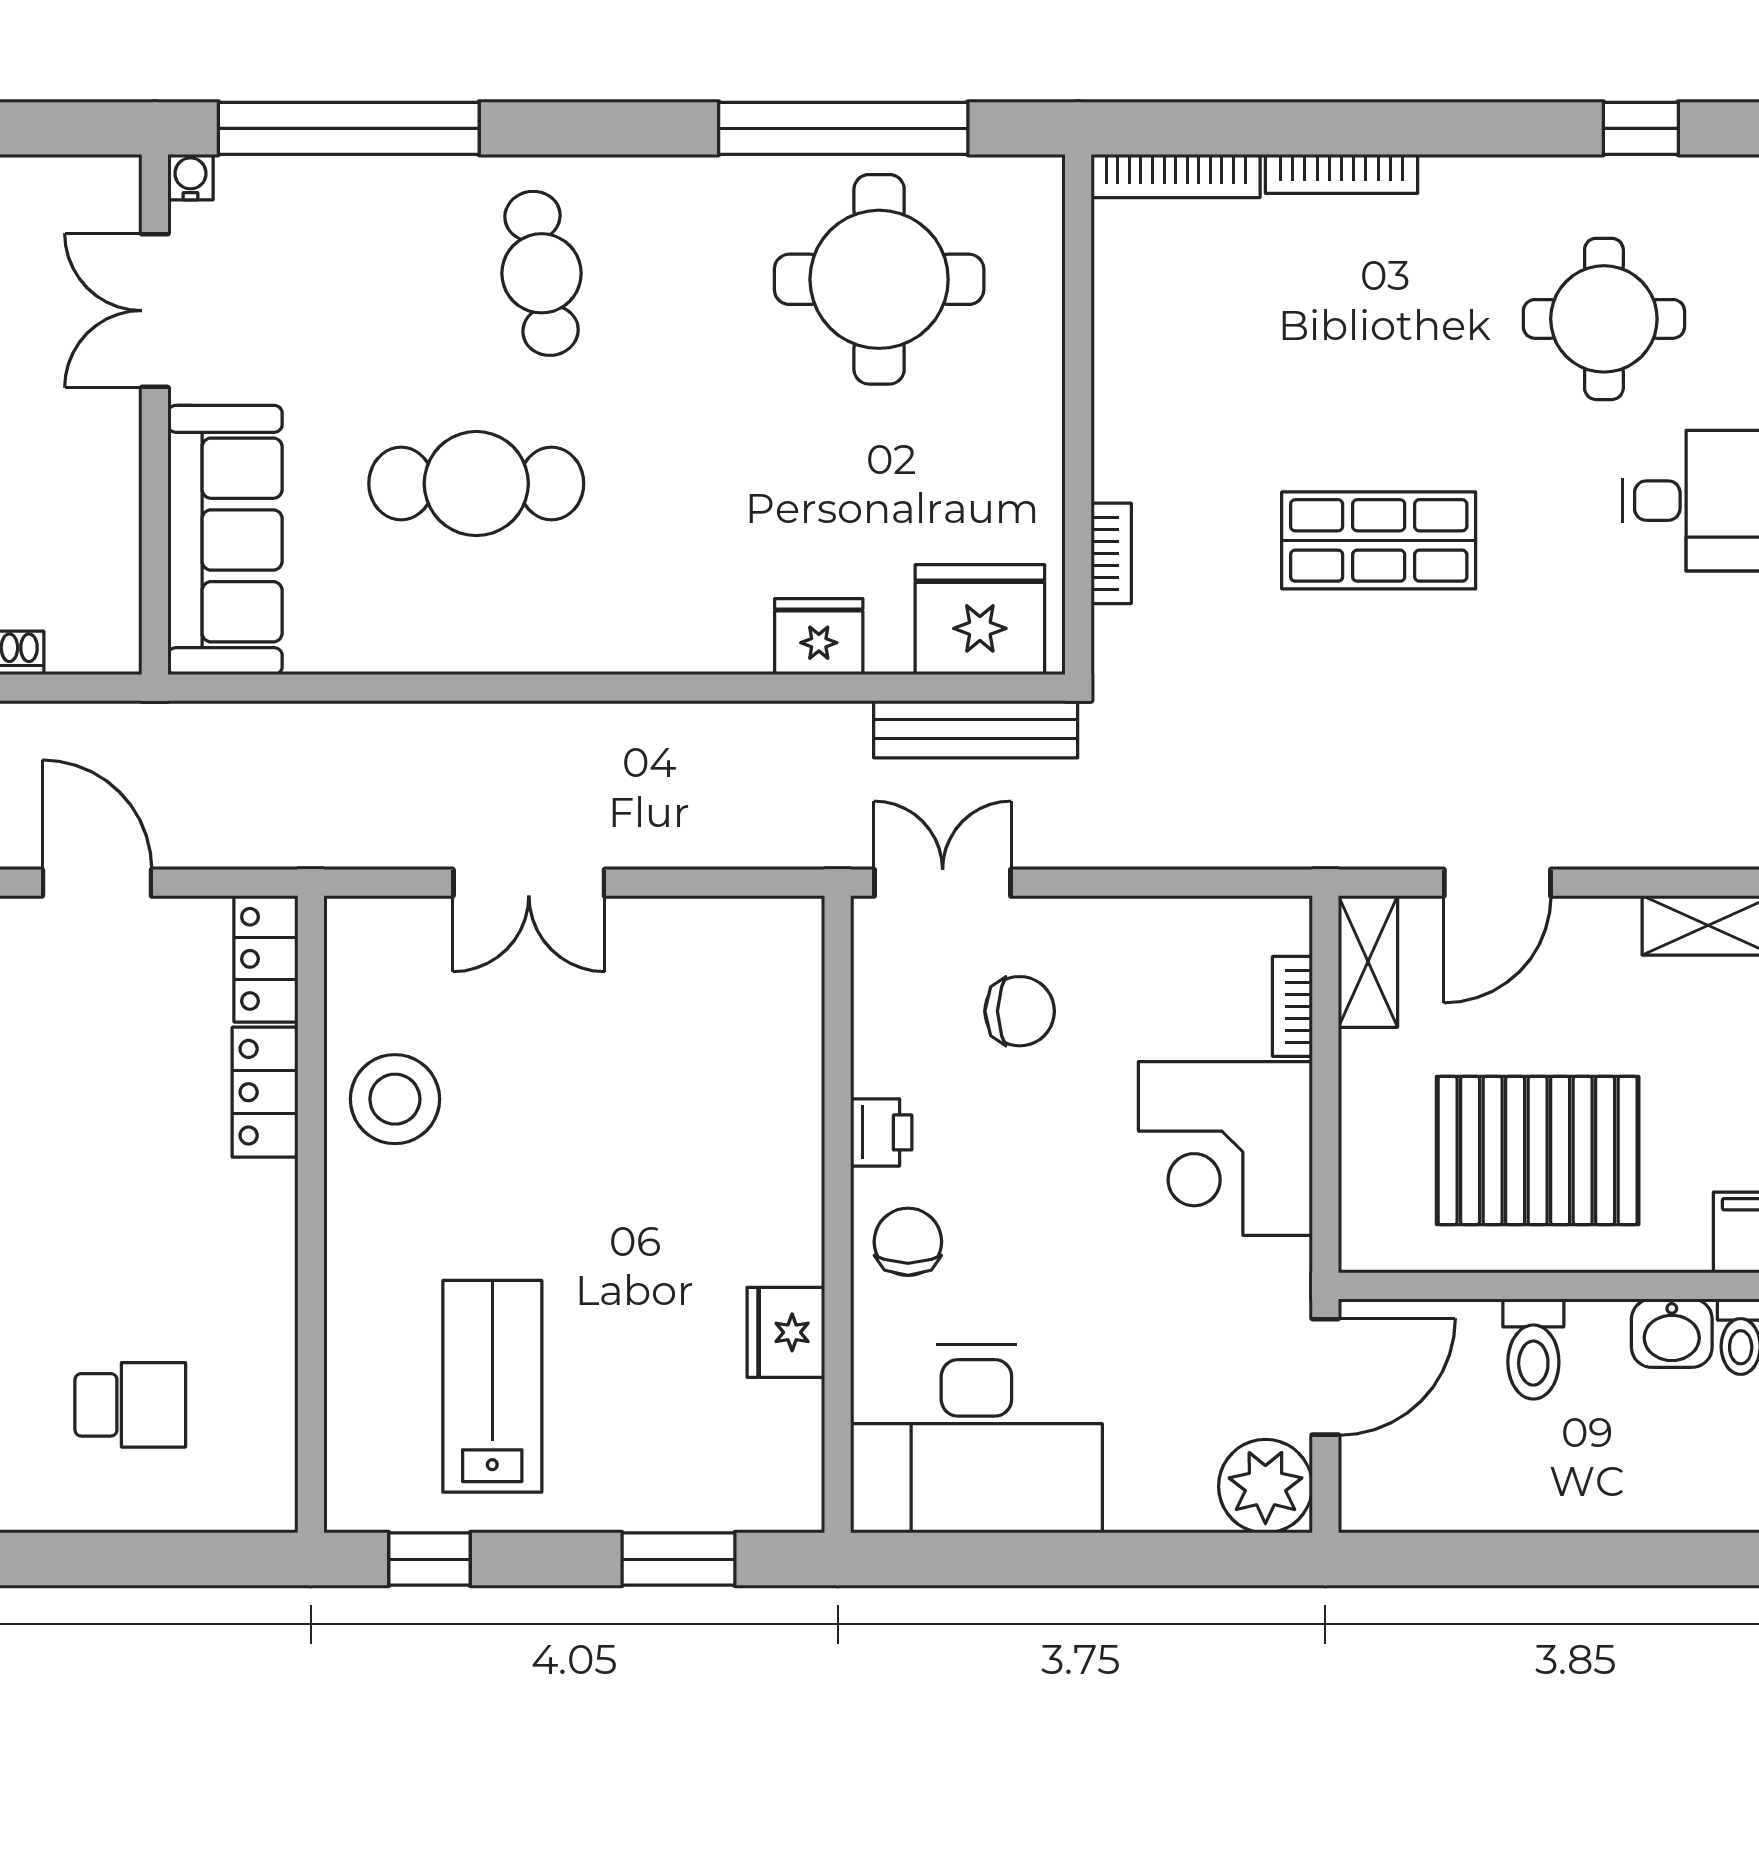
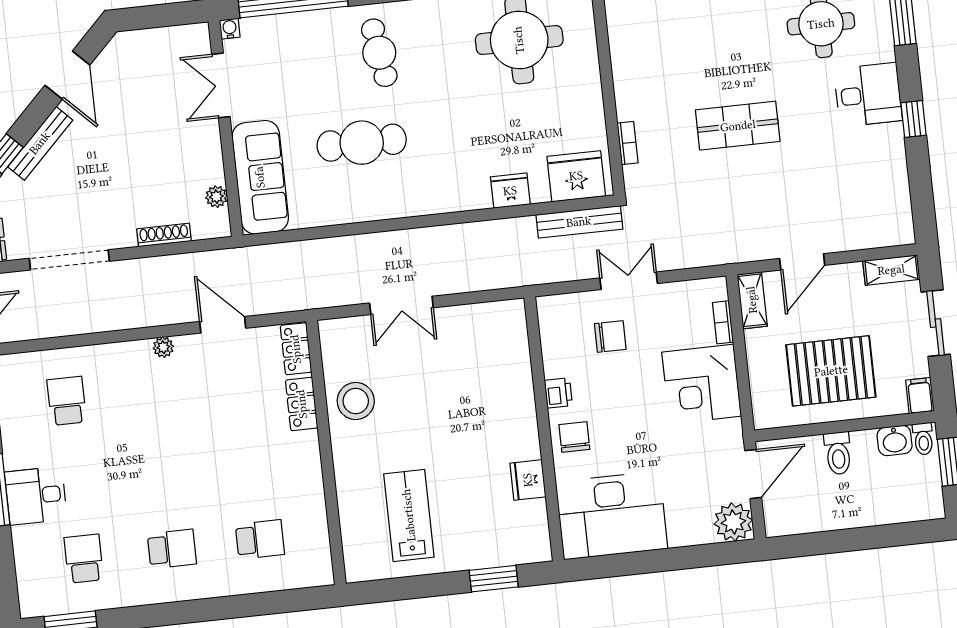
plant: (115, 575) -> (216, 197), added
double door: (943, 883) -> (629, 281), moved
window: (429, 1559) -> (391, 590), removed

